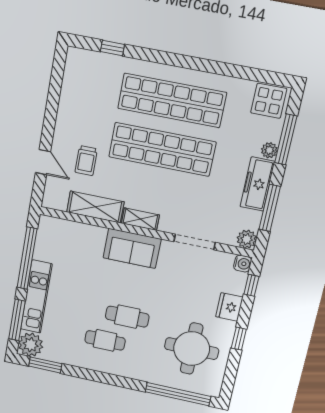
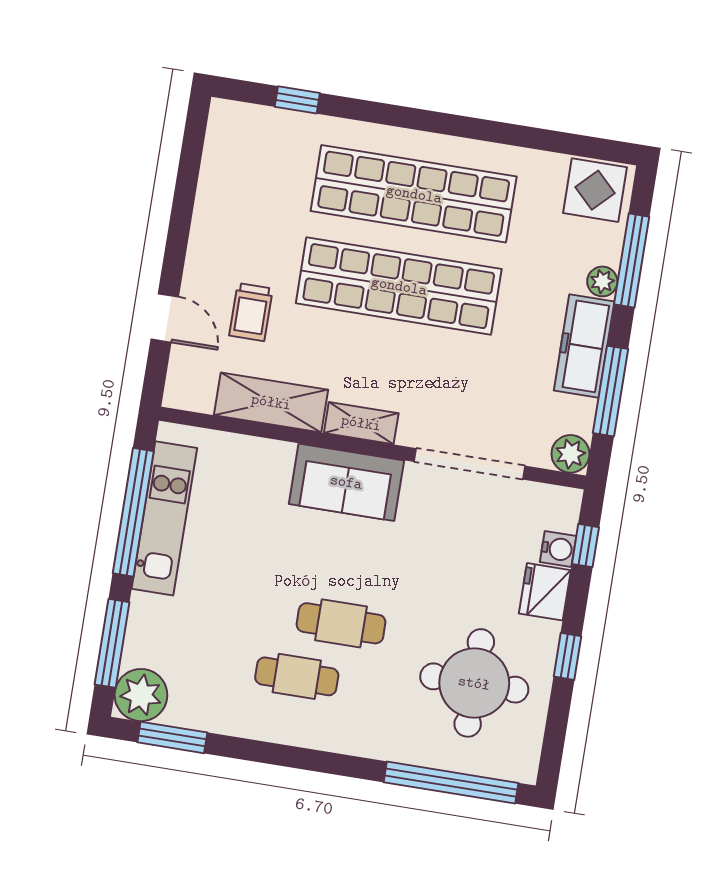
doorway: (195, 242) -> (470, 464), width x1.36
water cooler: (243, 264) -> (558, 549), moved
kitchen unit: (36, 297) -> (164, 518), moved

